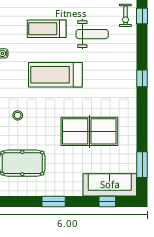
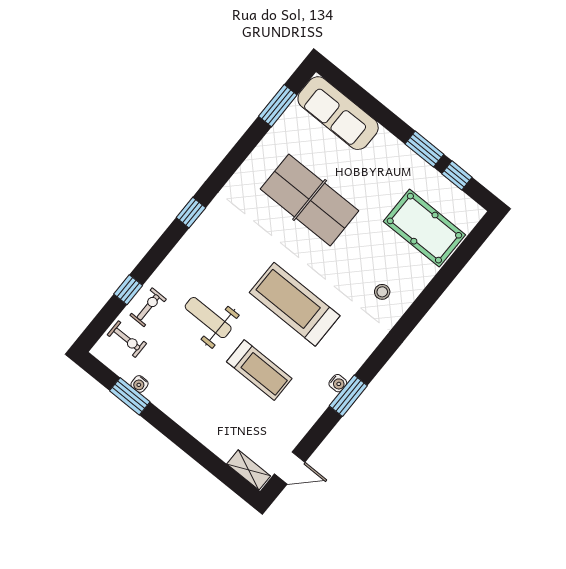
treadmill: (55, 75) -> (295, 304), turned 180
window: (107, 202) -> (457, 175), moved

